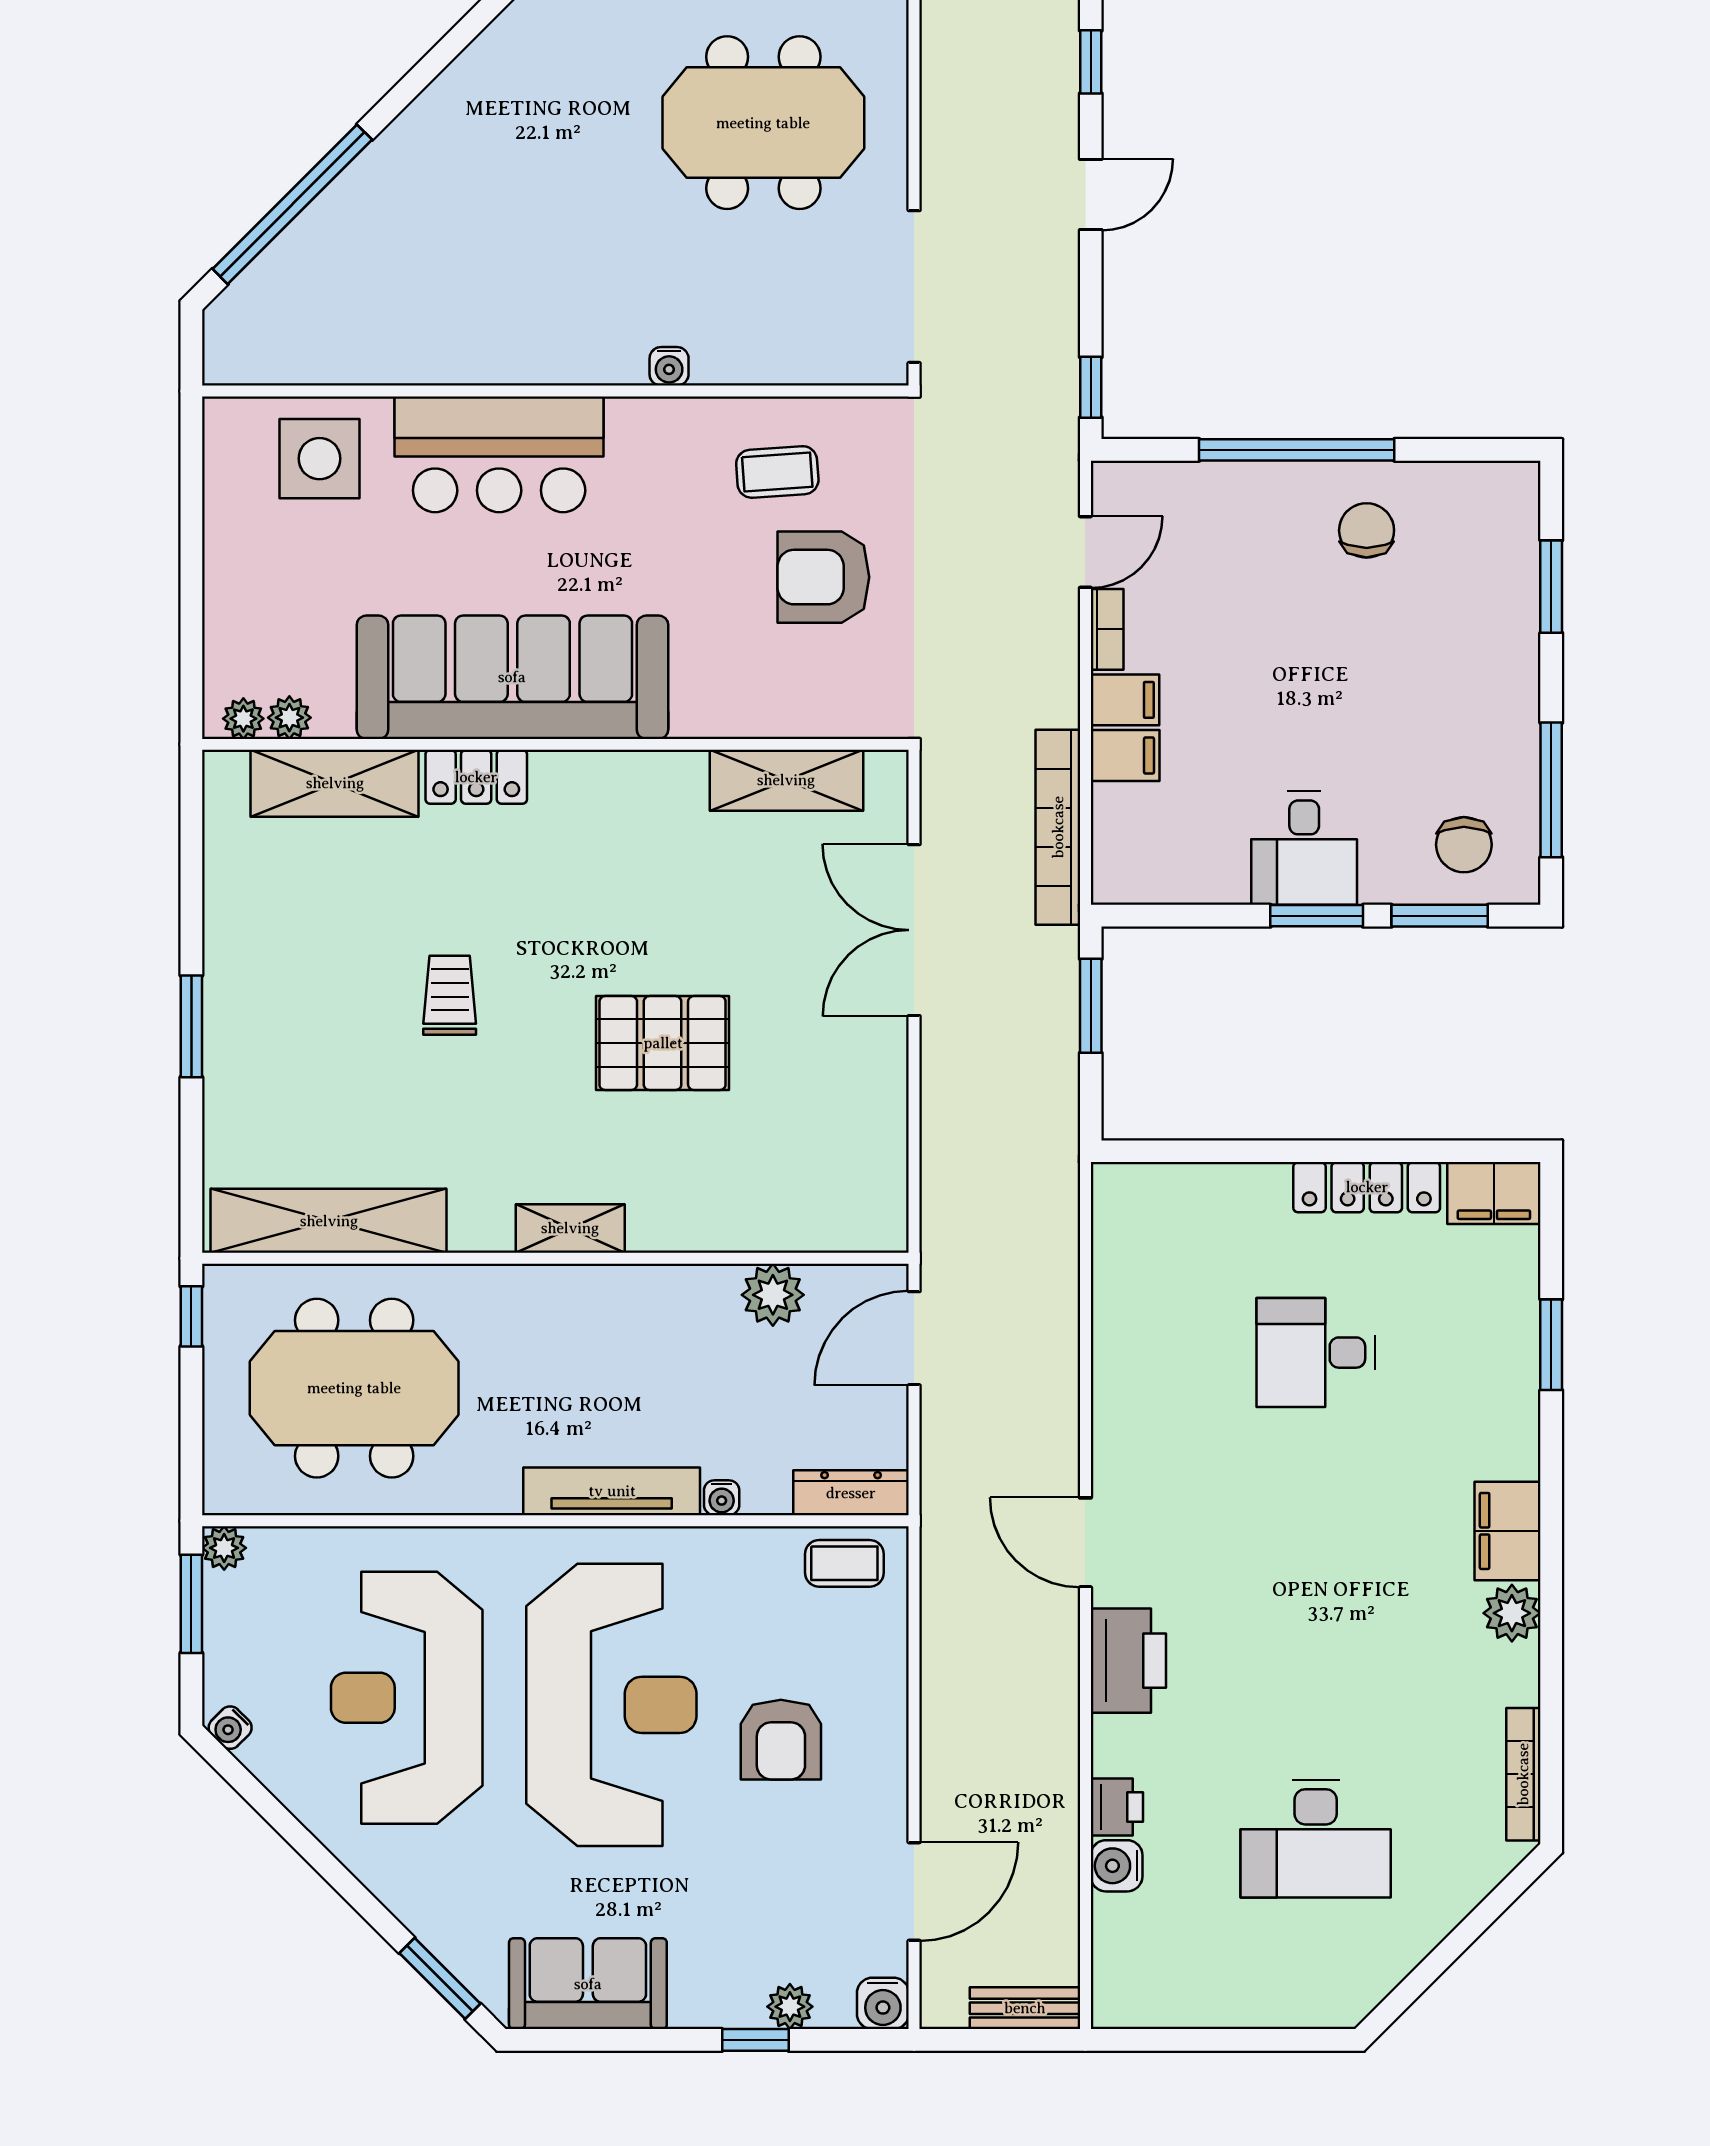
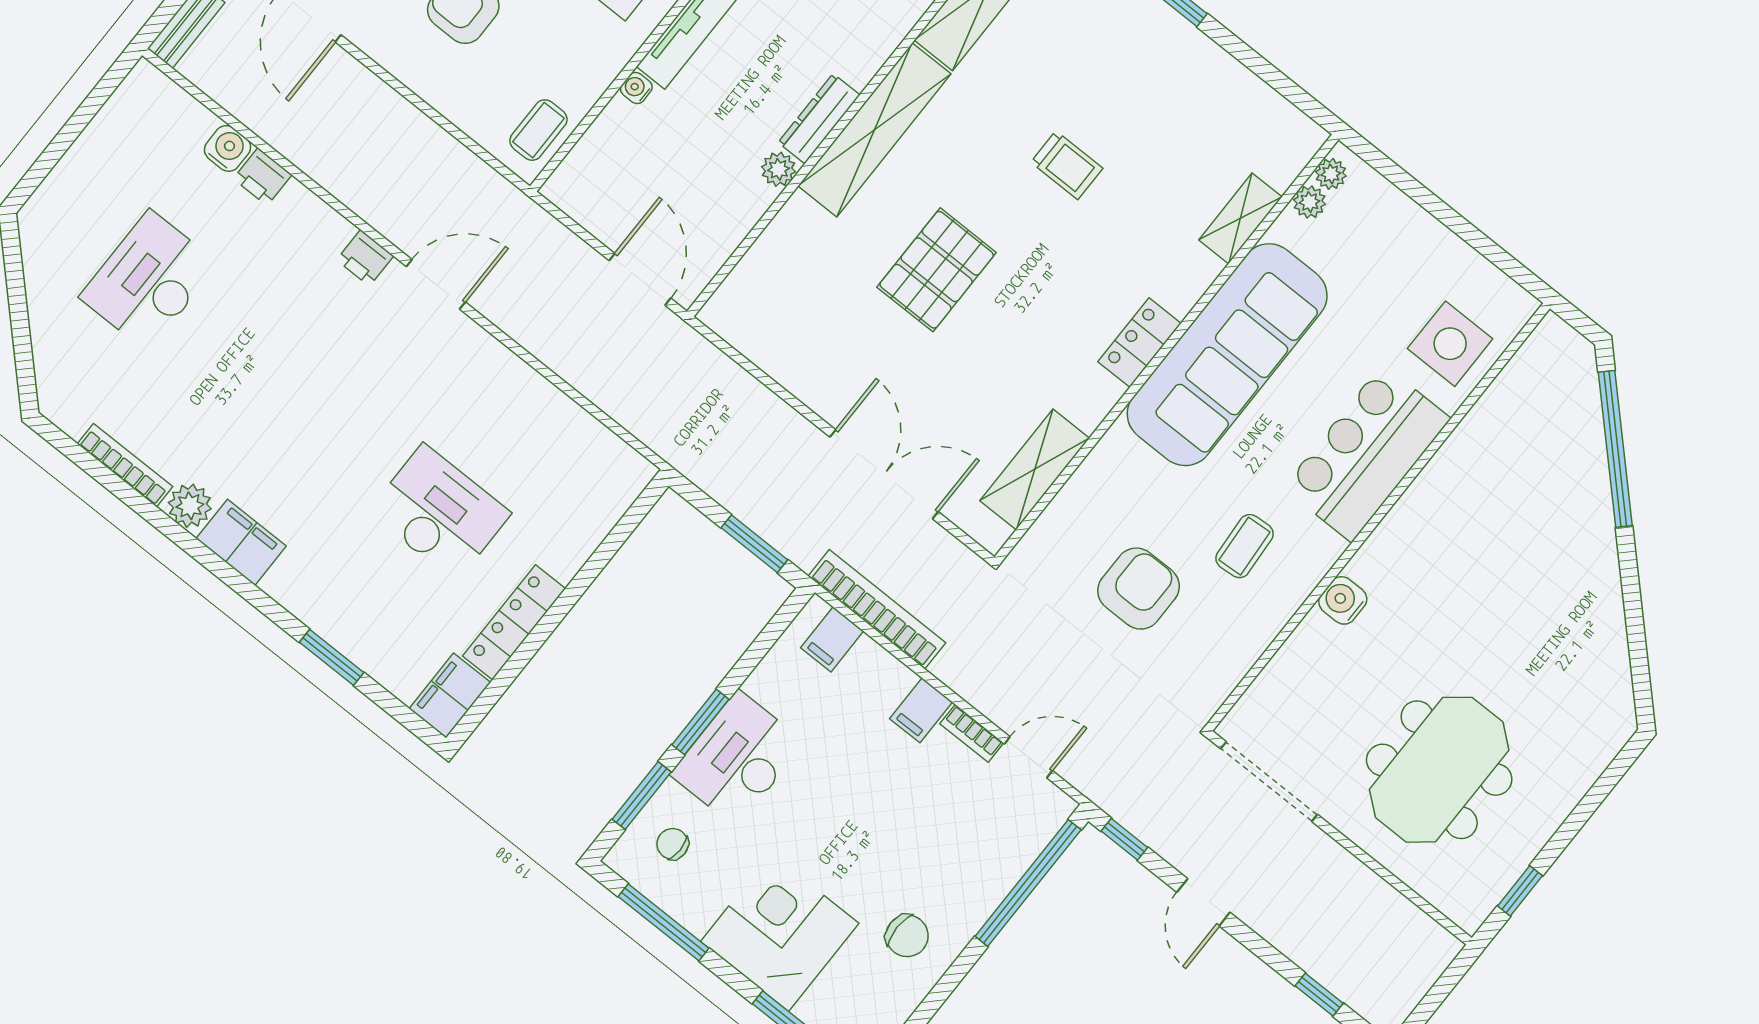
door: (1091, 195) -> (1203, 902), moved
water cooler: (669, 366) -> (1343, 600), width x1.38, depth x1.38
window: (1297, 450) -> (1028, 883), moved
coffee table: (777, 472) -> (1245, 546), moved
door: (1085, 552) -> (1028, 757), swing flipped
corner desk: (1467, 663) -> (780, 932), added
filing cabinet: (1125, 755) -> (832, 639), moved
locker: (476, 777) -> (1139, 342), moved
shelving: (335, 783) -> (1240, 218), width x0.67, depth x0.75
chair: (1464, 845) -> (673, 844), width x0.73, depth x0.73
desk: (1304, 848) -> (737, 759), width x1.37
shelving: (570, 1228) -> (875, 130), width x2.20, depth x1.33
plant: (773, 1295) -> (779, 169), moved, width x0.73, depth x0.73
desk: (1316, 1353) -> (439, 513), width x1.37
dresser: (851, 1493) -> (819, 119), moved, turned 180
printer: (1128, 1661) -> (365, 258), width x0.53, depth x0.68
bookcase: (1523, 1774) -> (125, 465), moved

